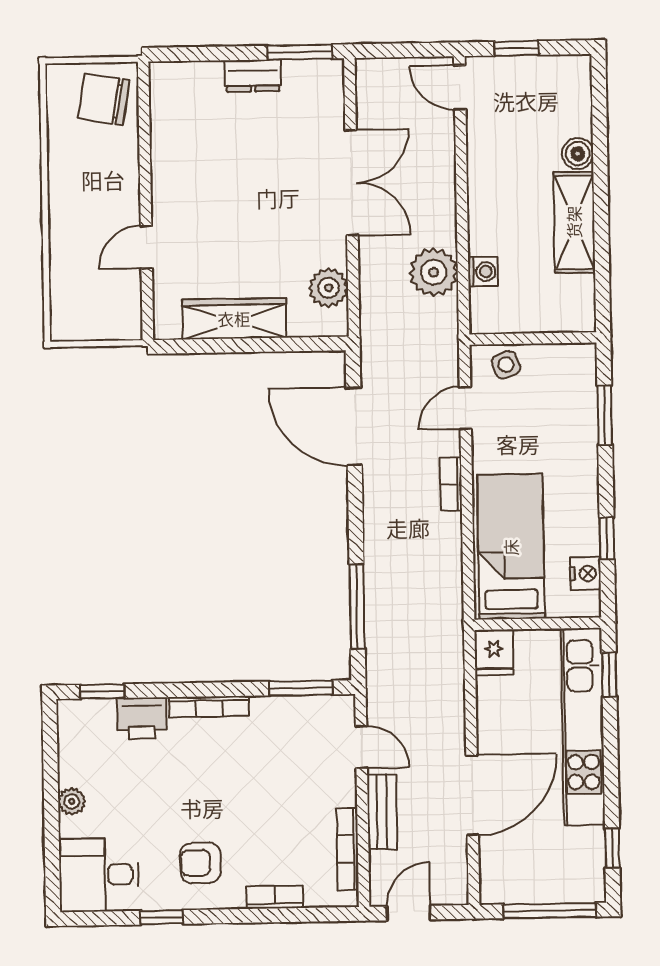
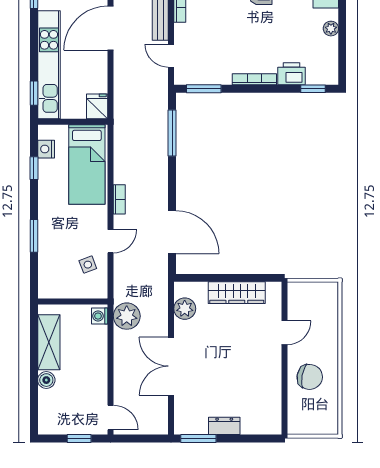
chair: (104, 99) -> (310, 377), moved
wall: (533, 338) -> (73, 301), moved

